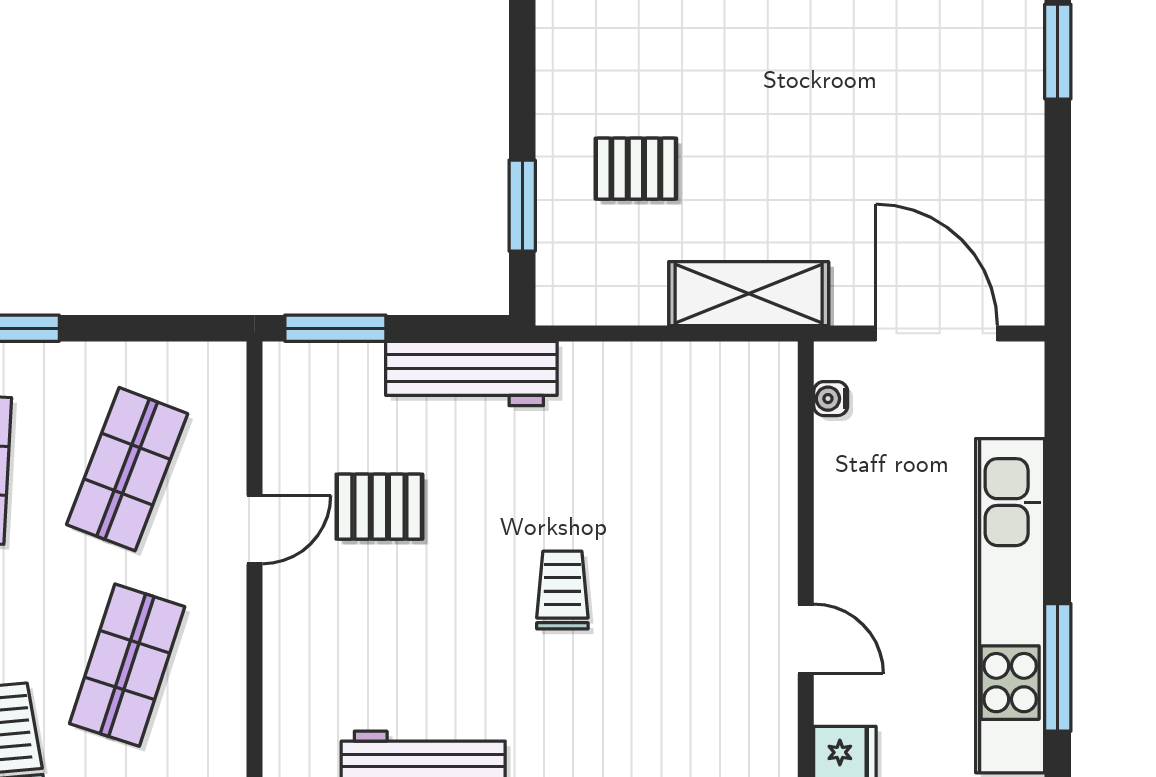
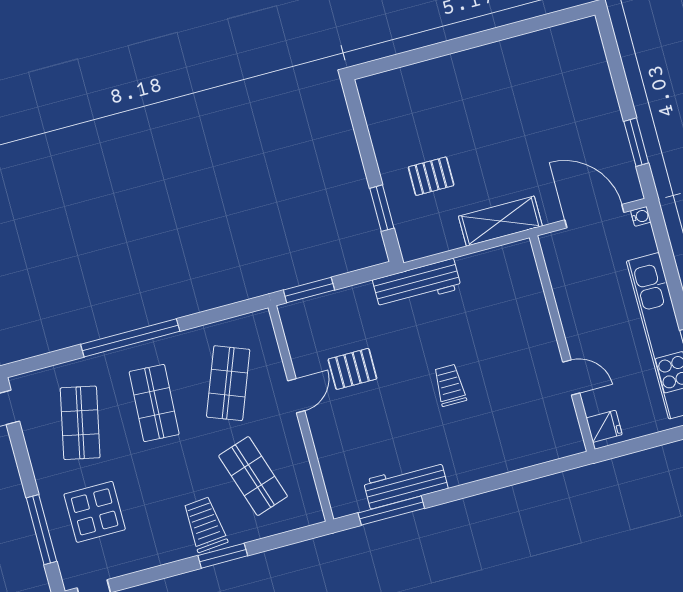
window: (1058, 52) -> (636, 142), moved
workbench: (471, 374) -> (417, 284), moved
water cooler: (831, 399) -> (641, 216), moved, turned 180
shop shelf: (127, 665) -> (253, 476), turned -36

